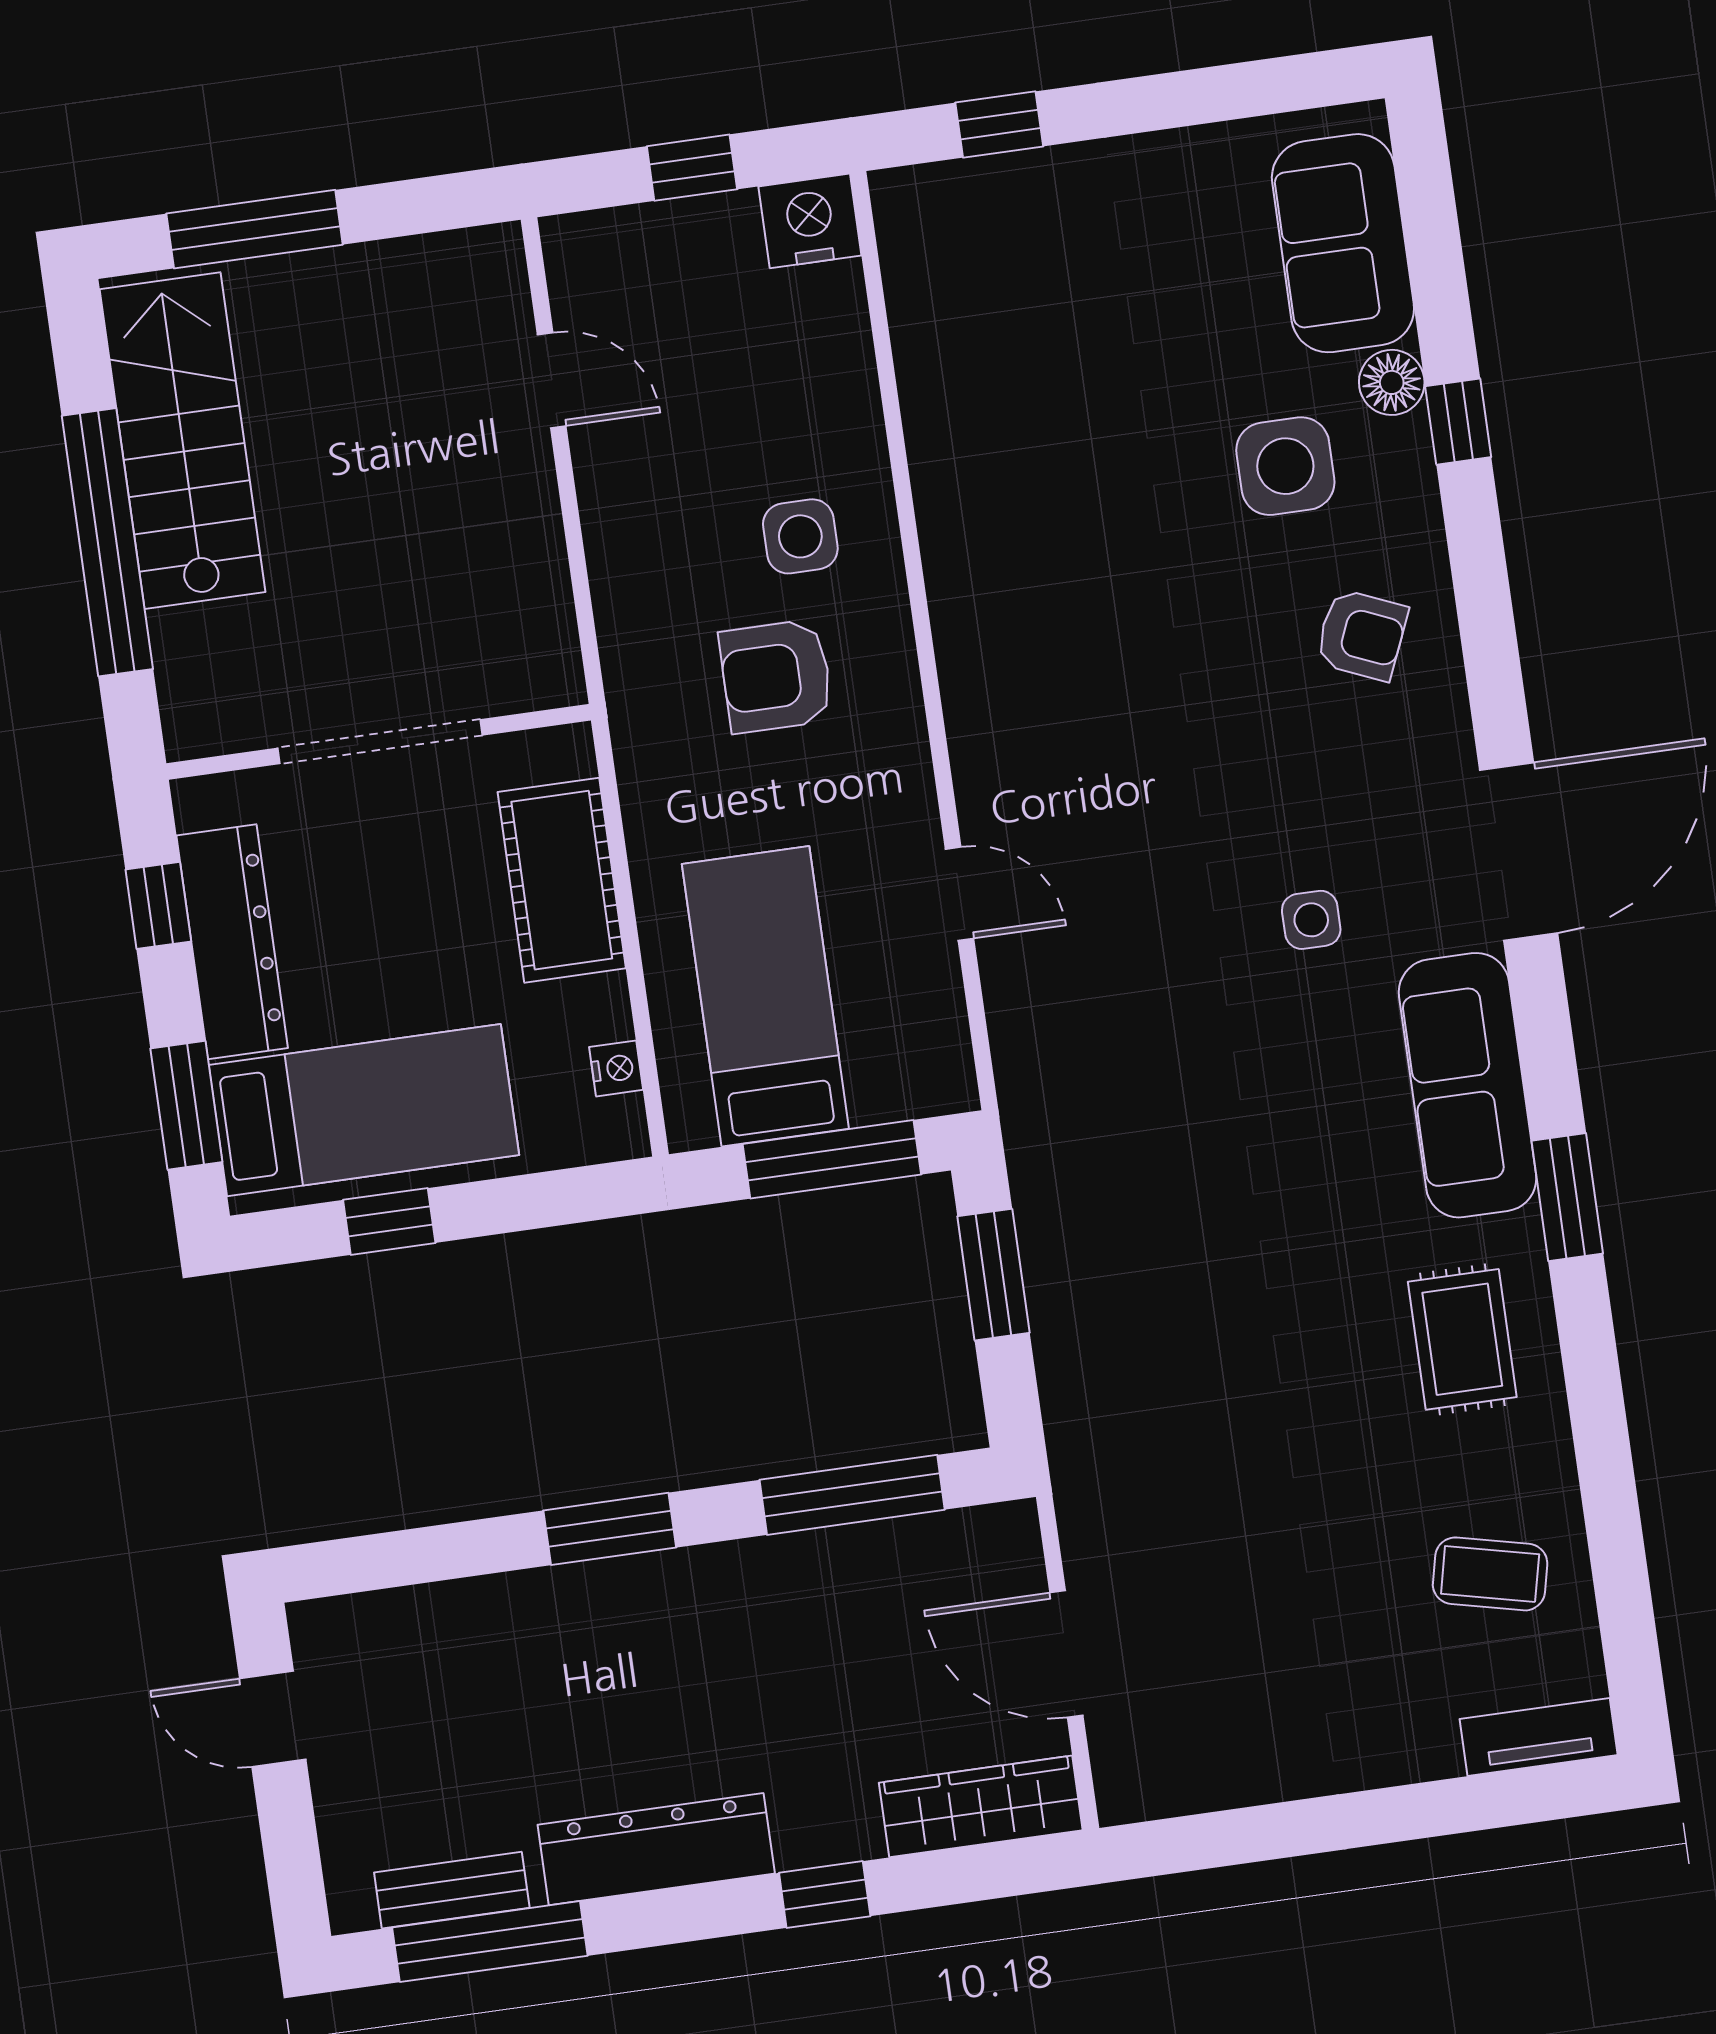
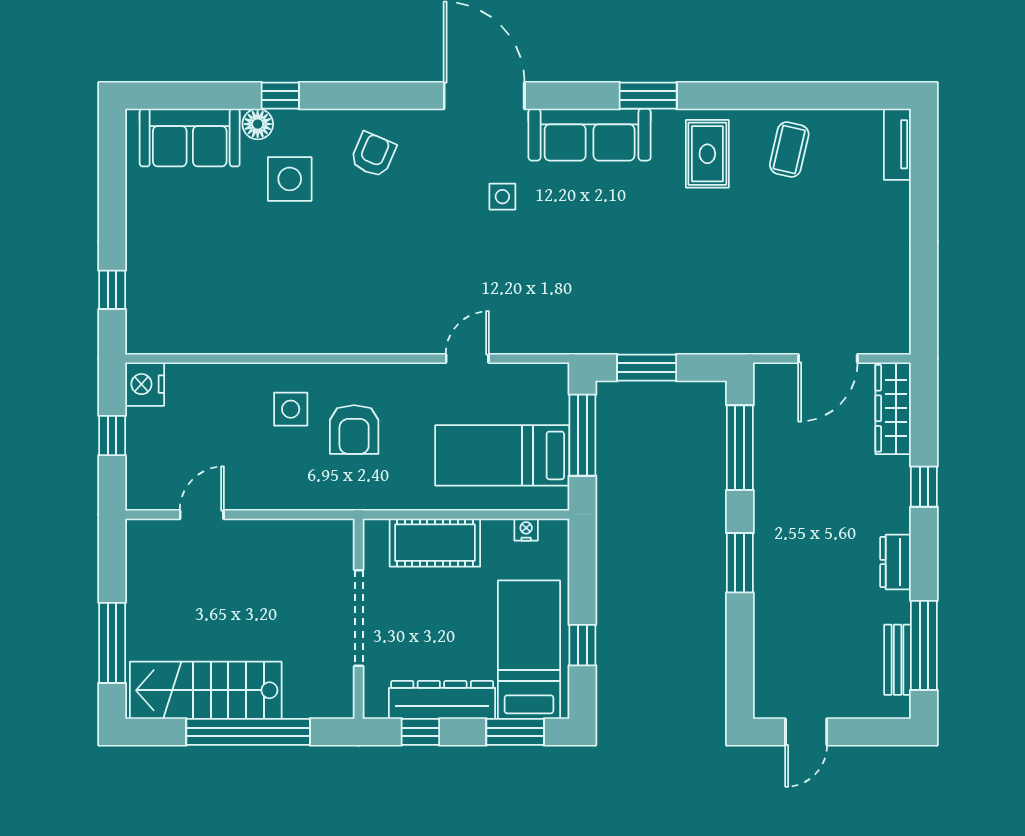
rug: (1462, 1339) -> (707, 154), turned 90
coffee table: (1490, 1574) -> (789, 149), moved
dresser: (656, 1849) -> (896, 562), width x0.51, depth x0.80

